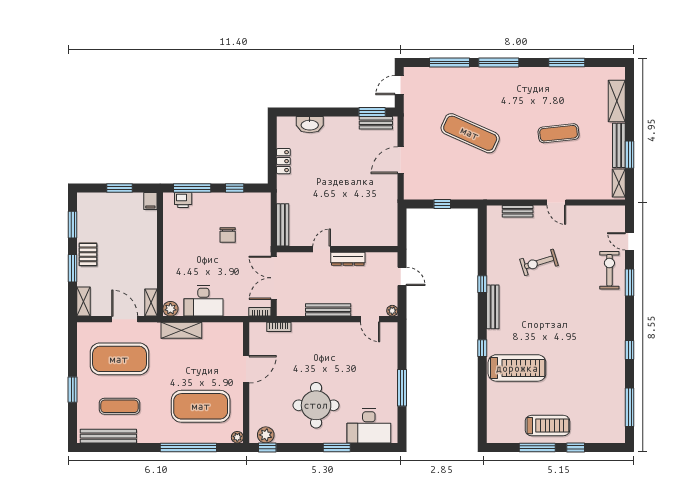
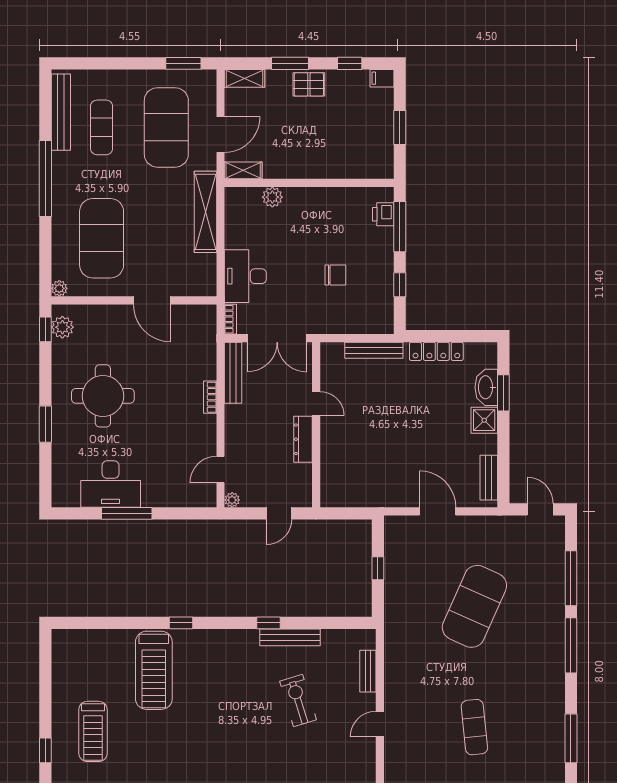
window: (372, 112) -> (503, 393), moved
shower: (334, 126) -> (484, 420), added
exercise mat: (470, 133) -> (474, 606), width x1.47
locker: (283, 161) -> (436, 351), width x1.53
filing cabinet: (150, 201) -> (382, 78), moved
window: (73, 225) -> (350, 63), width x0.67
bench: (283, 225) -> (374, 350), moved
chair: (228, 235) -> (335, 275), turned 180
double door: (274, 278) -> (277, 338), swing flipped
desk: (203, 301) -> (245, 276), moved
bench: (493, 307) -> (290, 637), moved
plant: (170, 309) -> (272, 197), moved
bench: (328, 310) -> (233, 373), moved
bookcase: (279, 327) -> (210, 397), moved
shelving: (181, 330) -> (205, 212), width x1.47
window: (73, 390) -> (183, 63), moved
desk: (369, 426) -> (111, 484), moved, turned -90
treadmill: (547, 426) -> (93, 731), moved
window: (188, 447) -> (45, 178), moved
window: (537, 447) -> (45, 698), removed

